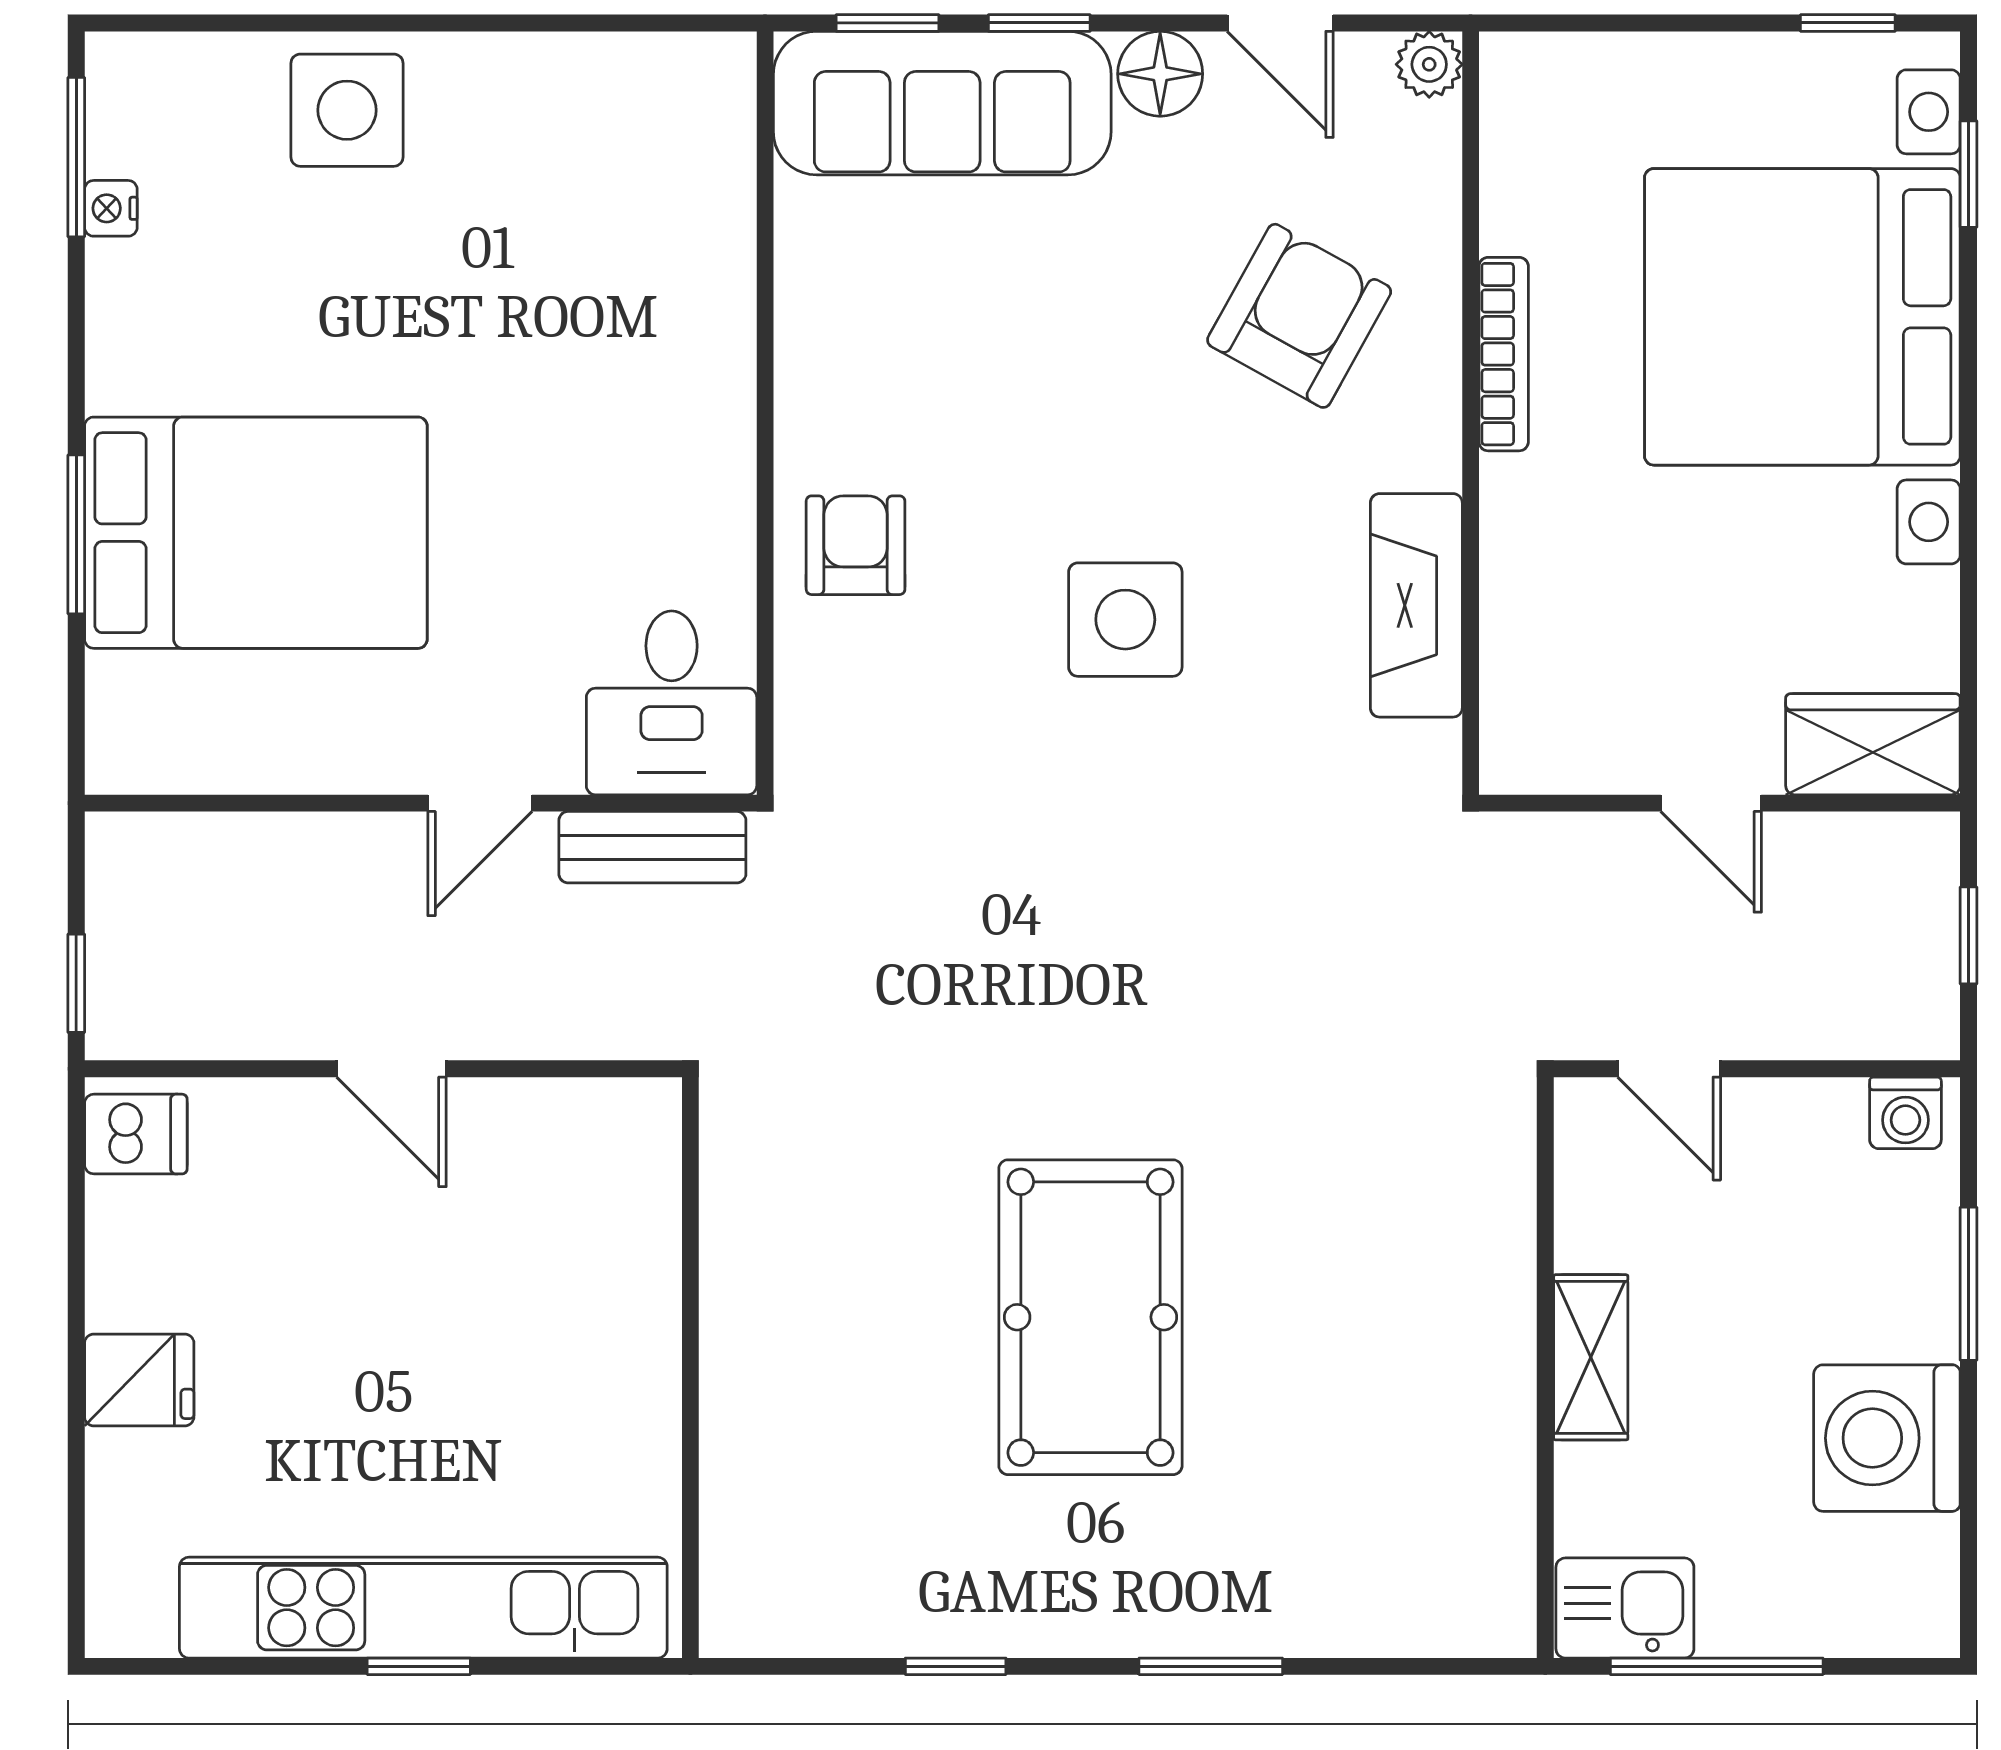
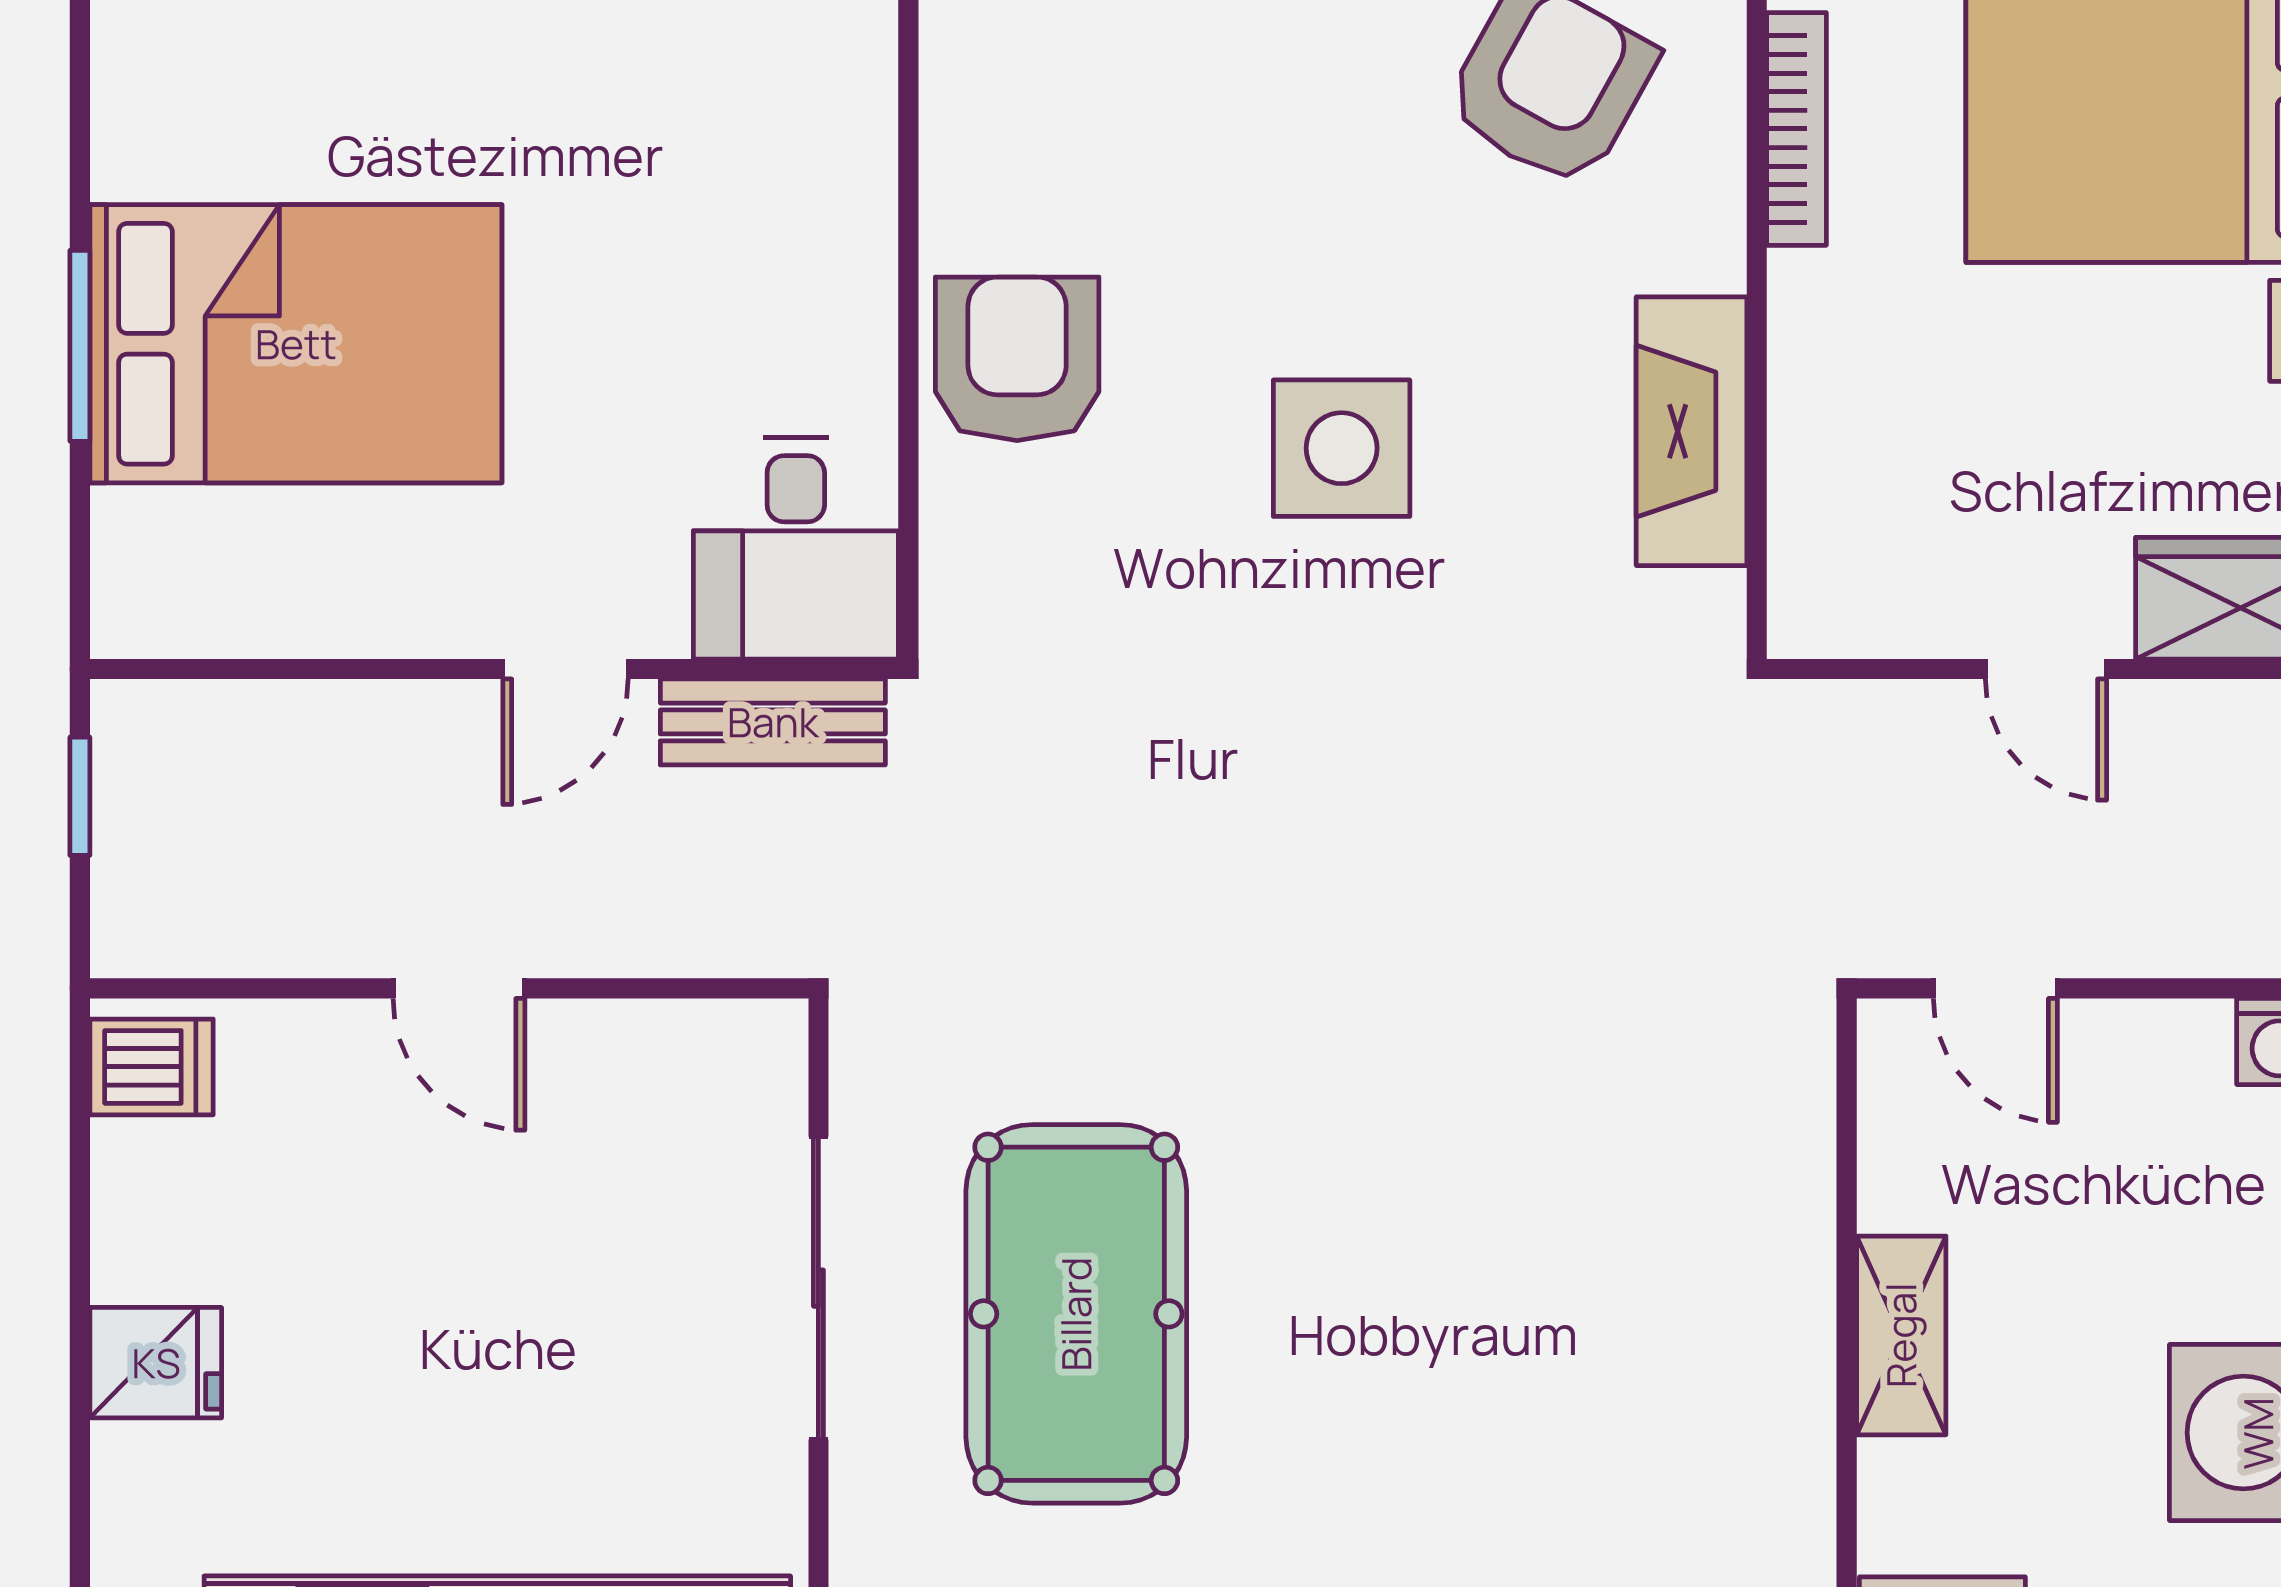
armchair: (856, 545) -> (1017, 359), width x1.38, depth x1.38
window: (76, 983) -> (80, 796), moved
pool table: (1090, 1317) -> (1076, 1314), moved
sliding door: (690, 1318) -> (818, 1288), added

